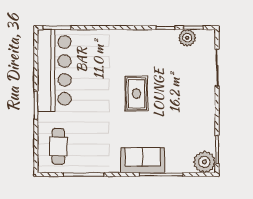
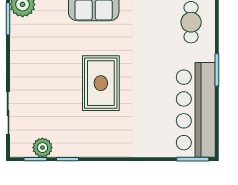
rug: (136, 94) -> (101, 83), width x1.36, depth x1.43

